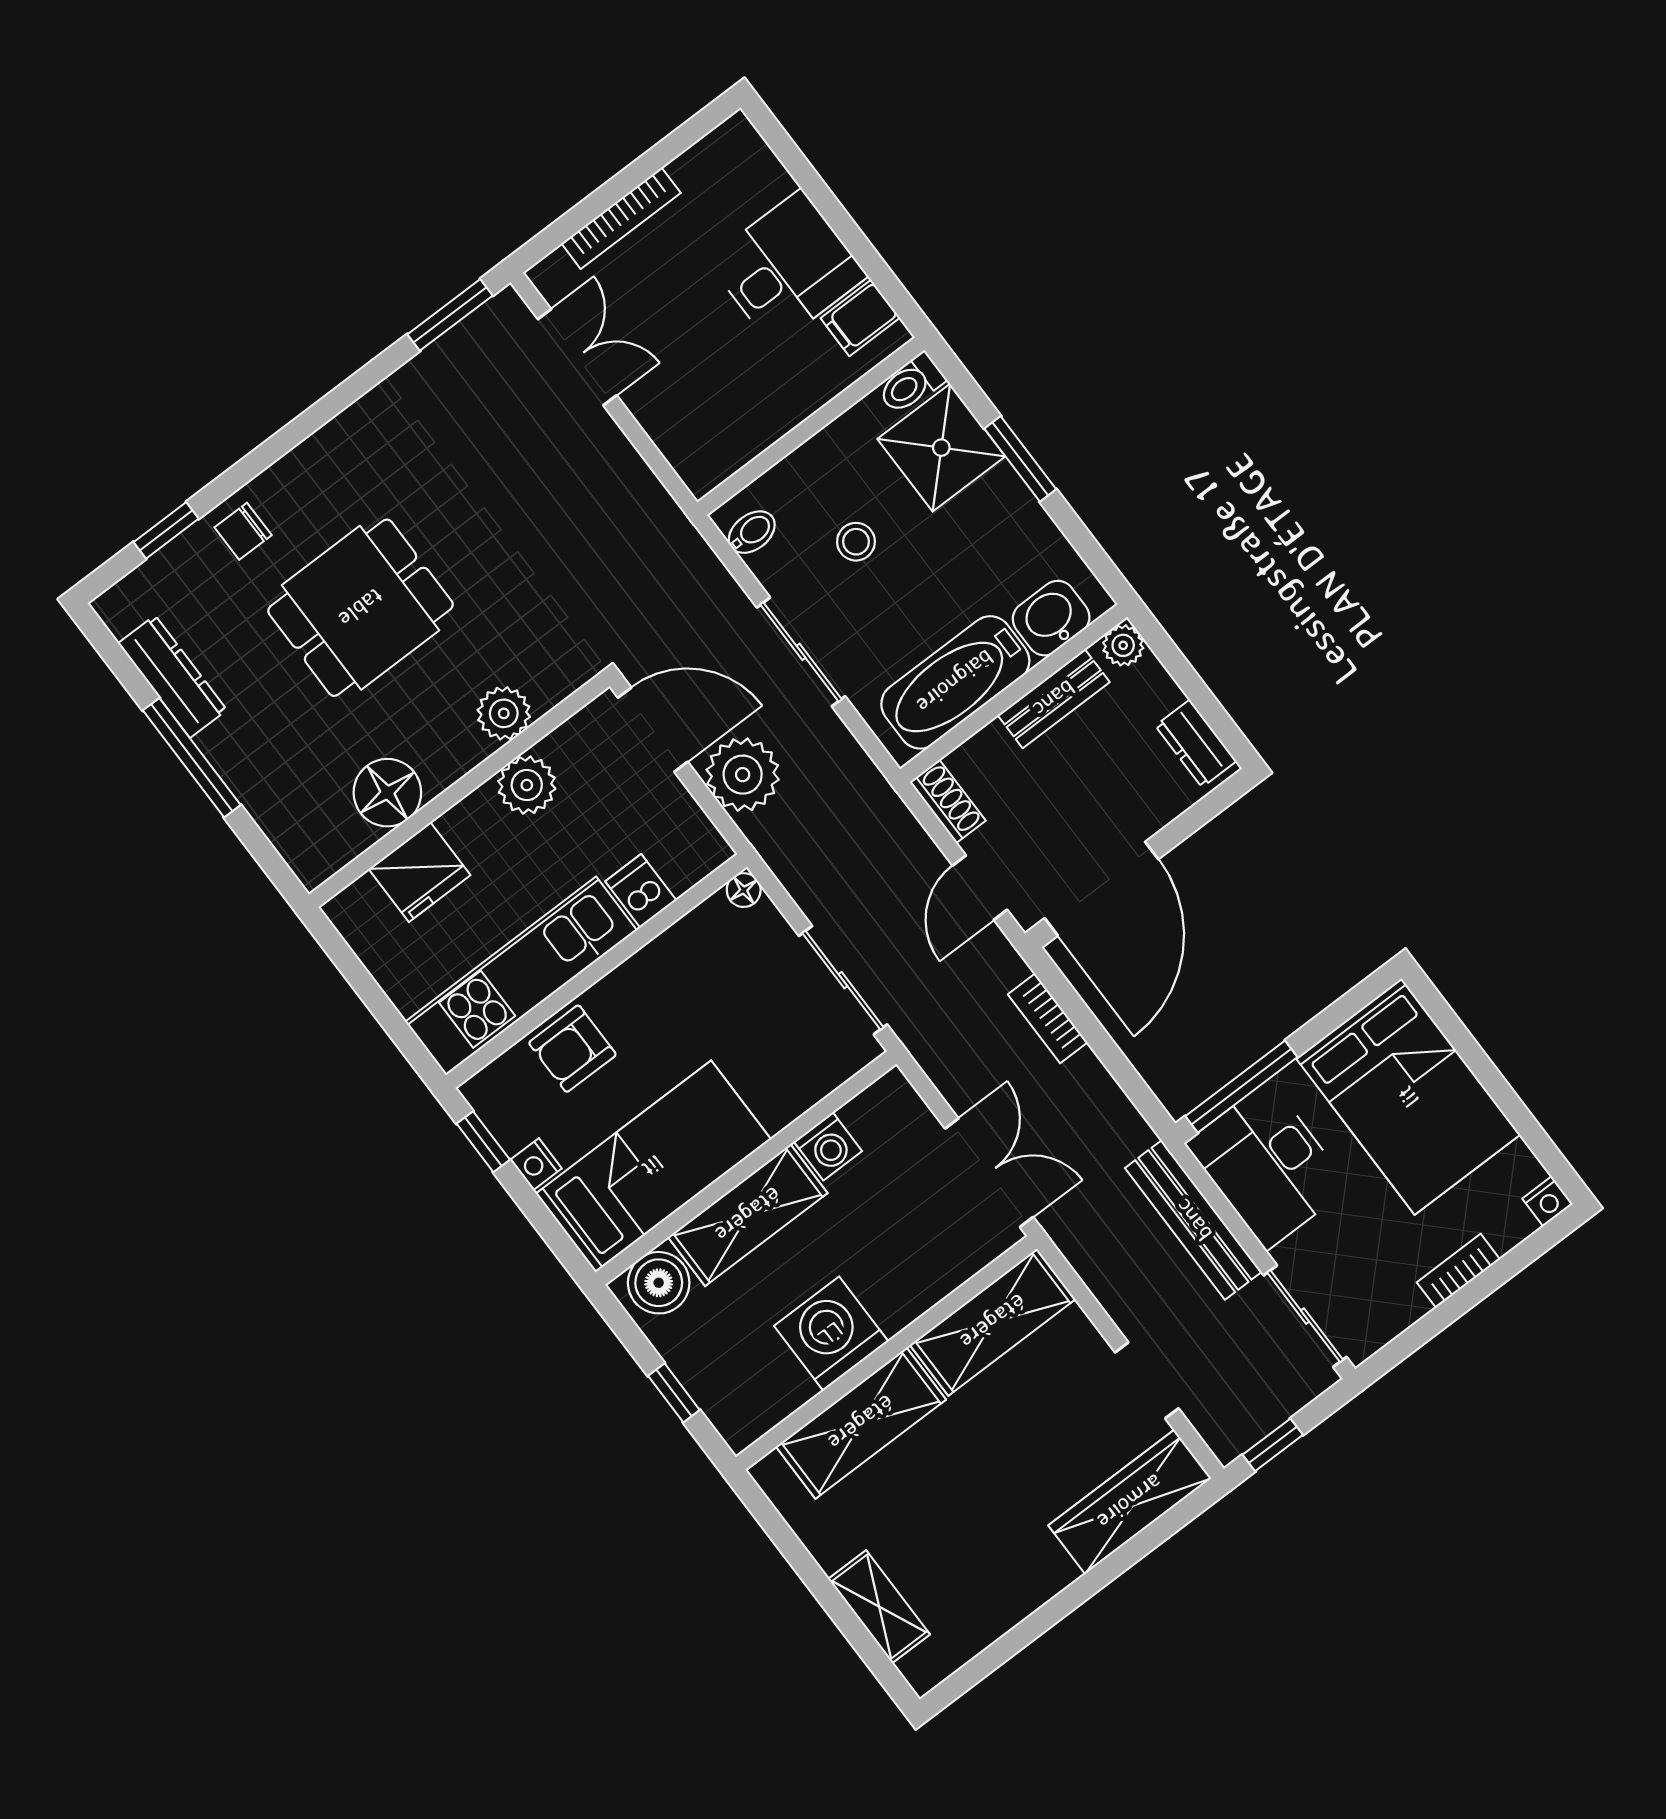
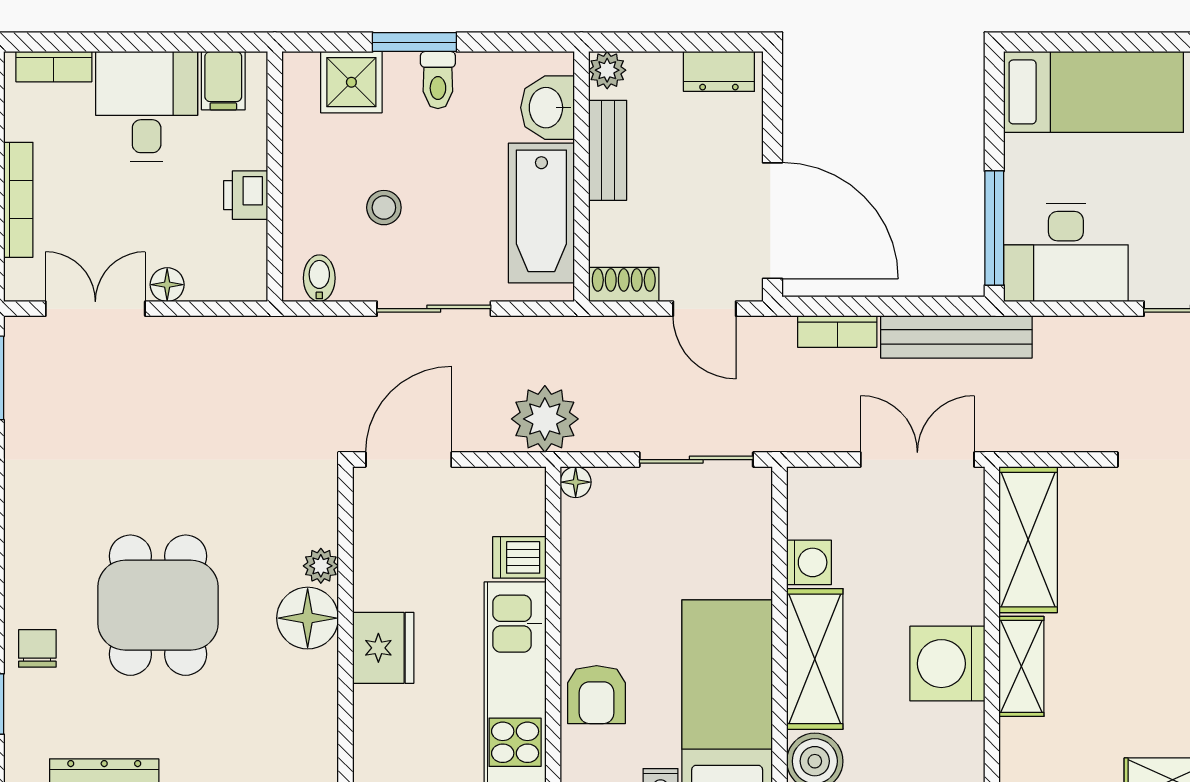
bookcase: (761, 161) -> (54, 67), added
toilet: (911, 384) -> (438, 80), moved
floor lamp: (646, 404) -> (167, 285), added
printer: (775, 413) -> (246, 195), added
shower: (941, 448) -> (351, 82), width x0.73, depth x0.73
chair: (243, 531) -> (37, 648), turned 180
plant: (504, 713) -> (321, 566), width x0.73, depth x0.73
plant: (743, 775) -> (545, 419), moved
plant: (527, 785) -> (379, 582), removed
floor lamp: (387, 793) -> (308, 618), moved
fridge: (419, 872) -> (383, 648), moved
bed: (1408, 1097) -> (1094, 92), width x0.67
bench: (1193, 1220) -> (956, 337), moved
shelving: (861, 1423) -> (1021, 666), width x0.67, depth x0.75

